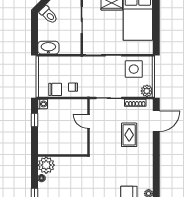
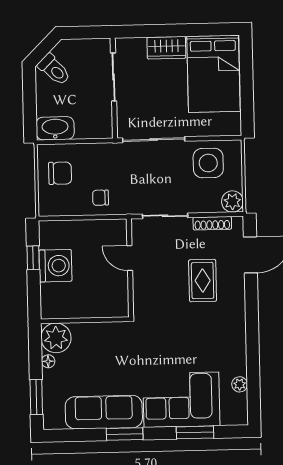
chair: (55, 89) -> (60, 173), moved
washing machine: (43, 104) -> (55, 266), moved, width x1.89, depth x1.89

